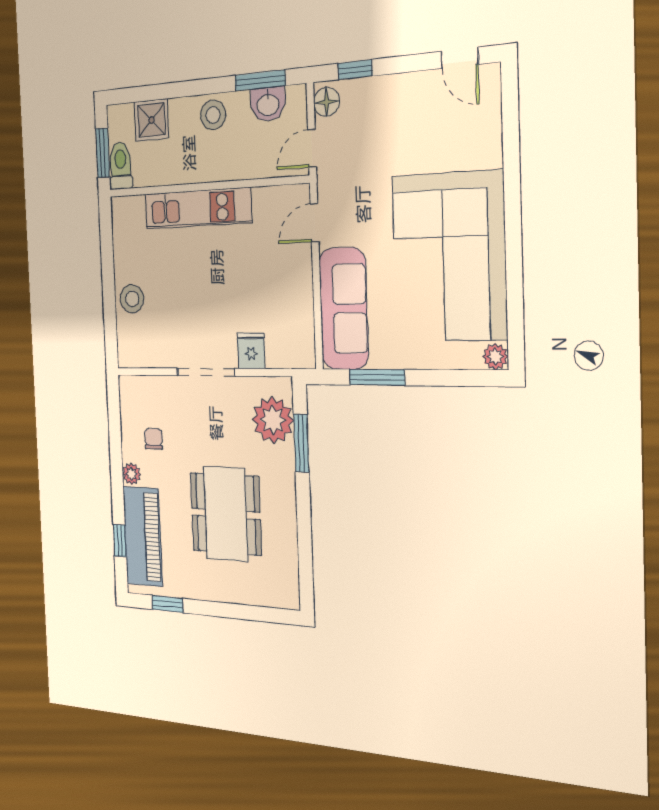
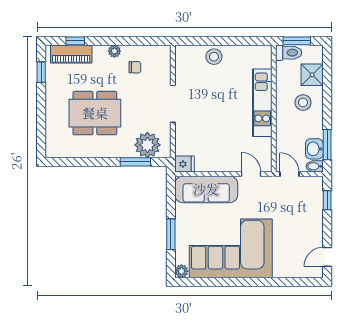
bidet: (297, 101) -> (315, 166), added
floor lamp: (327, 102) -> (312, 183), removed
stool: (213, 115) -> (303, 103), moved
fridge: (251, 351) -> (184, 164), moved
window: (377, 377) -> (171, 234), moved
piano: (143, 536) -> (71, 54), width x0.73, depth x0.75

